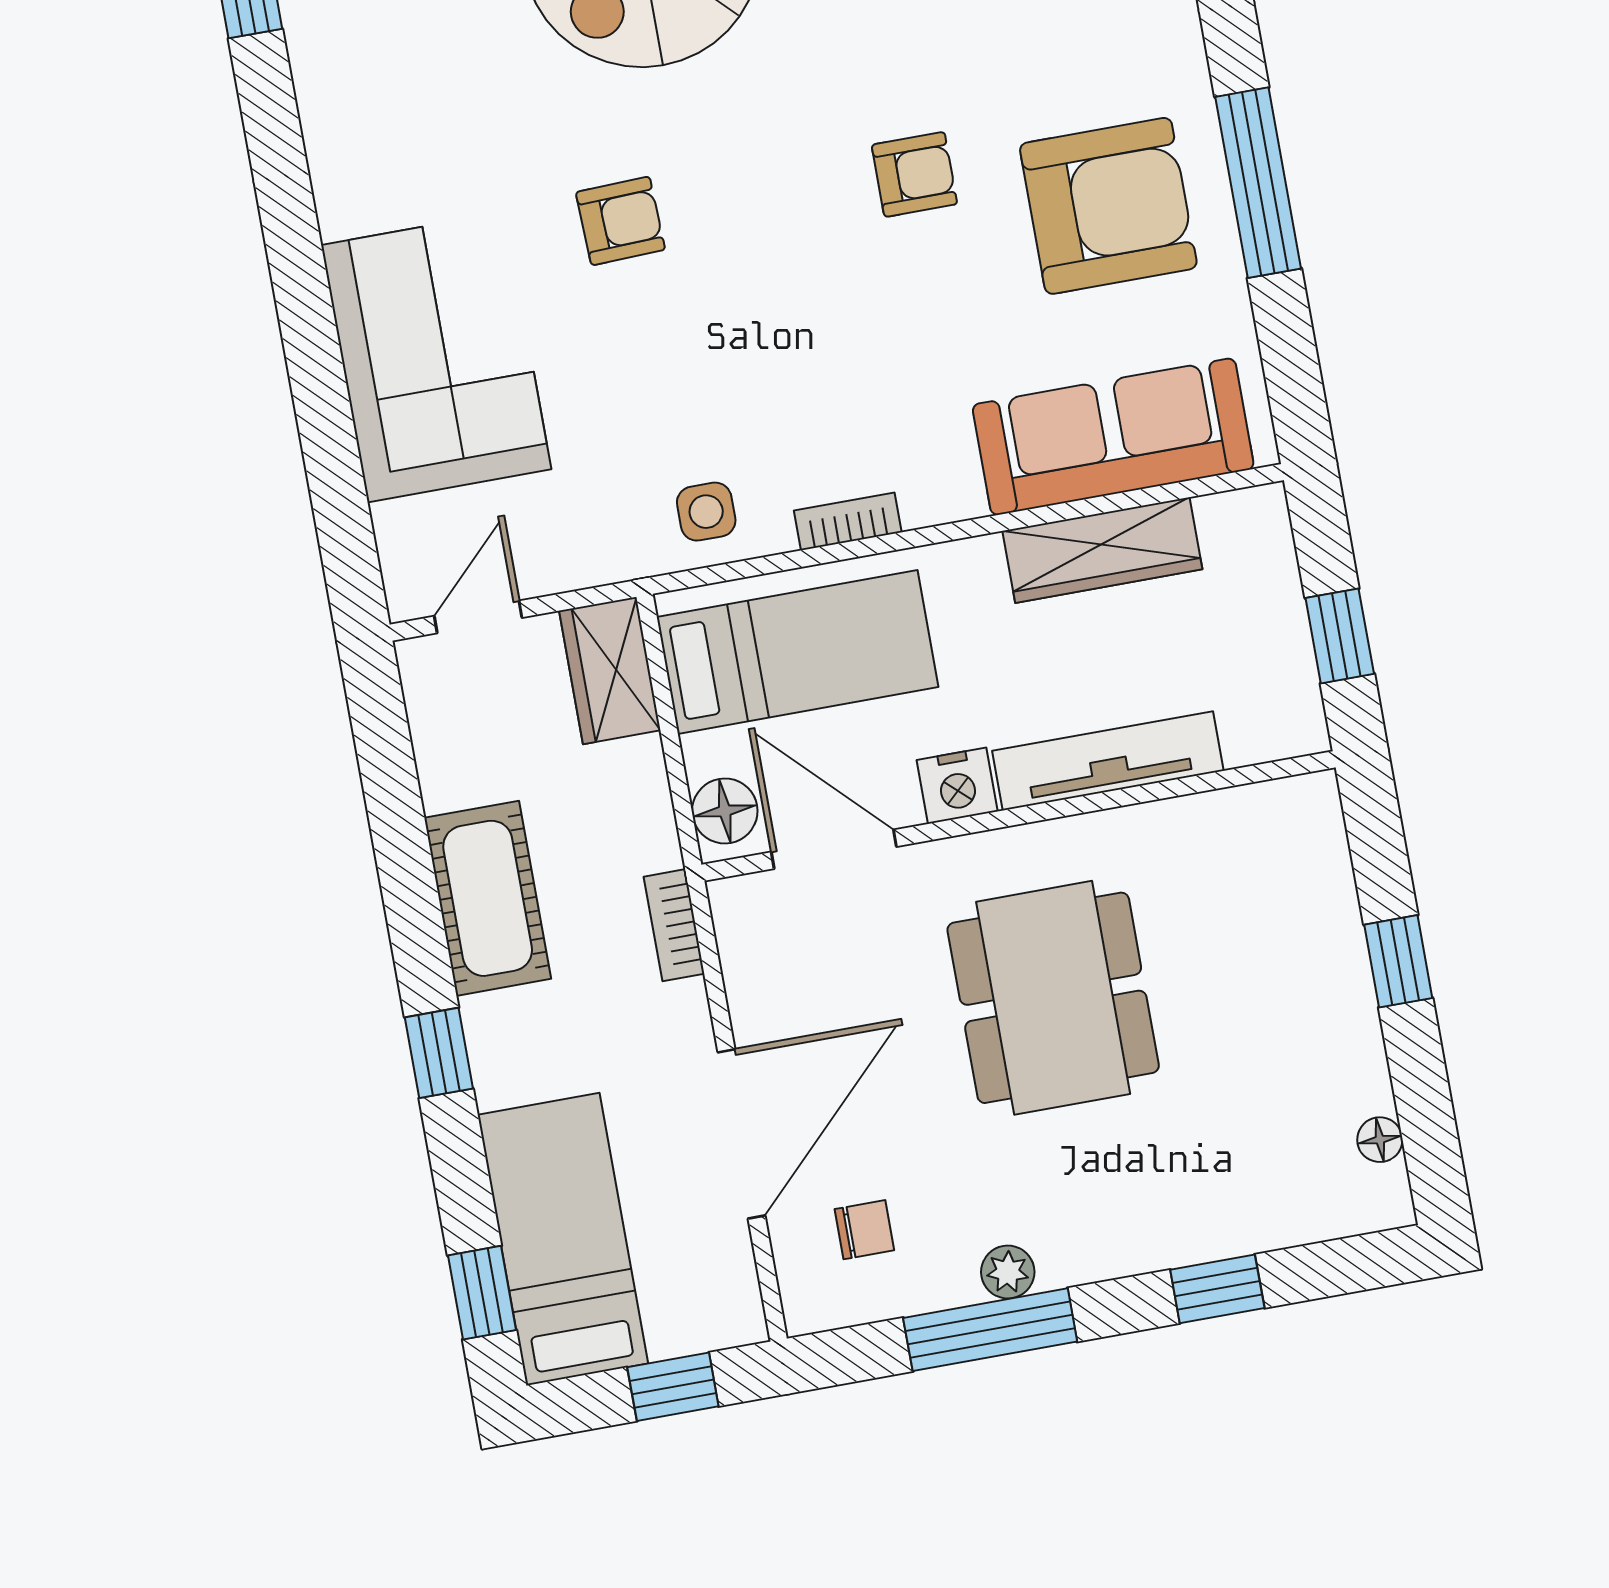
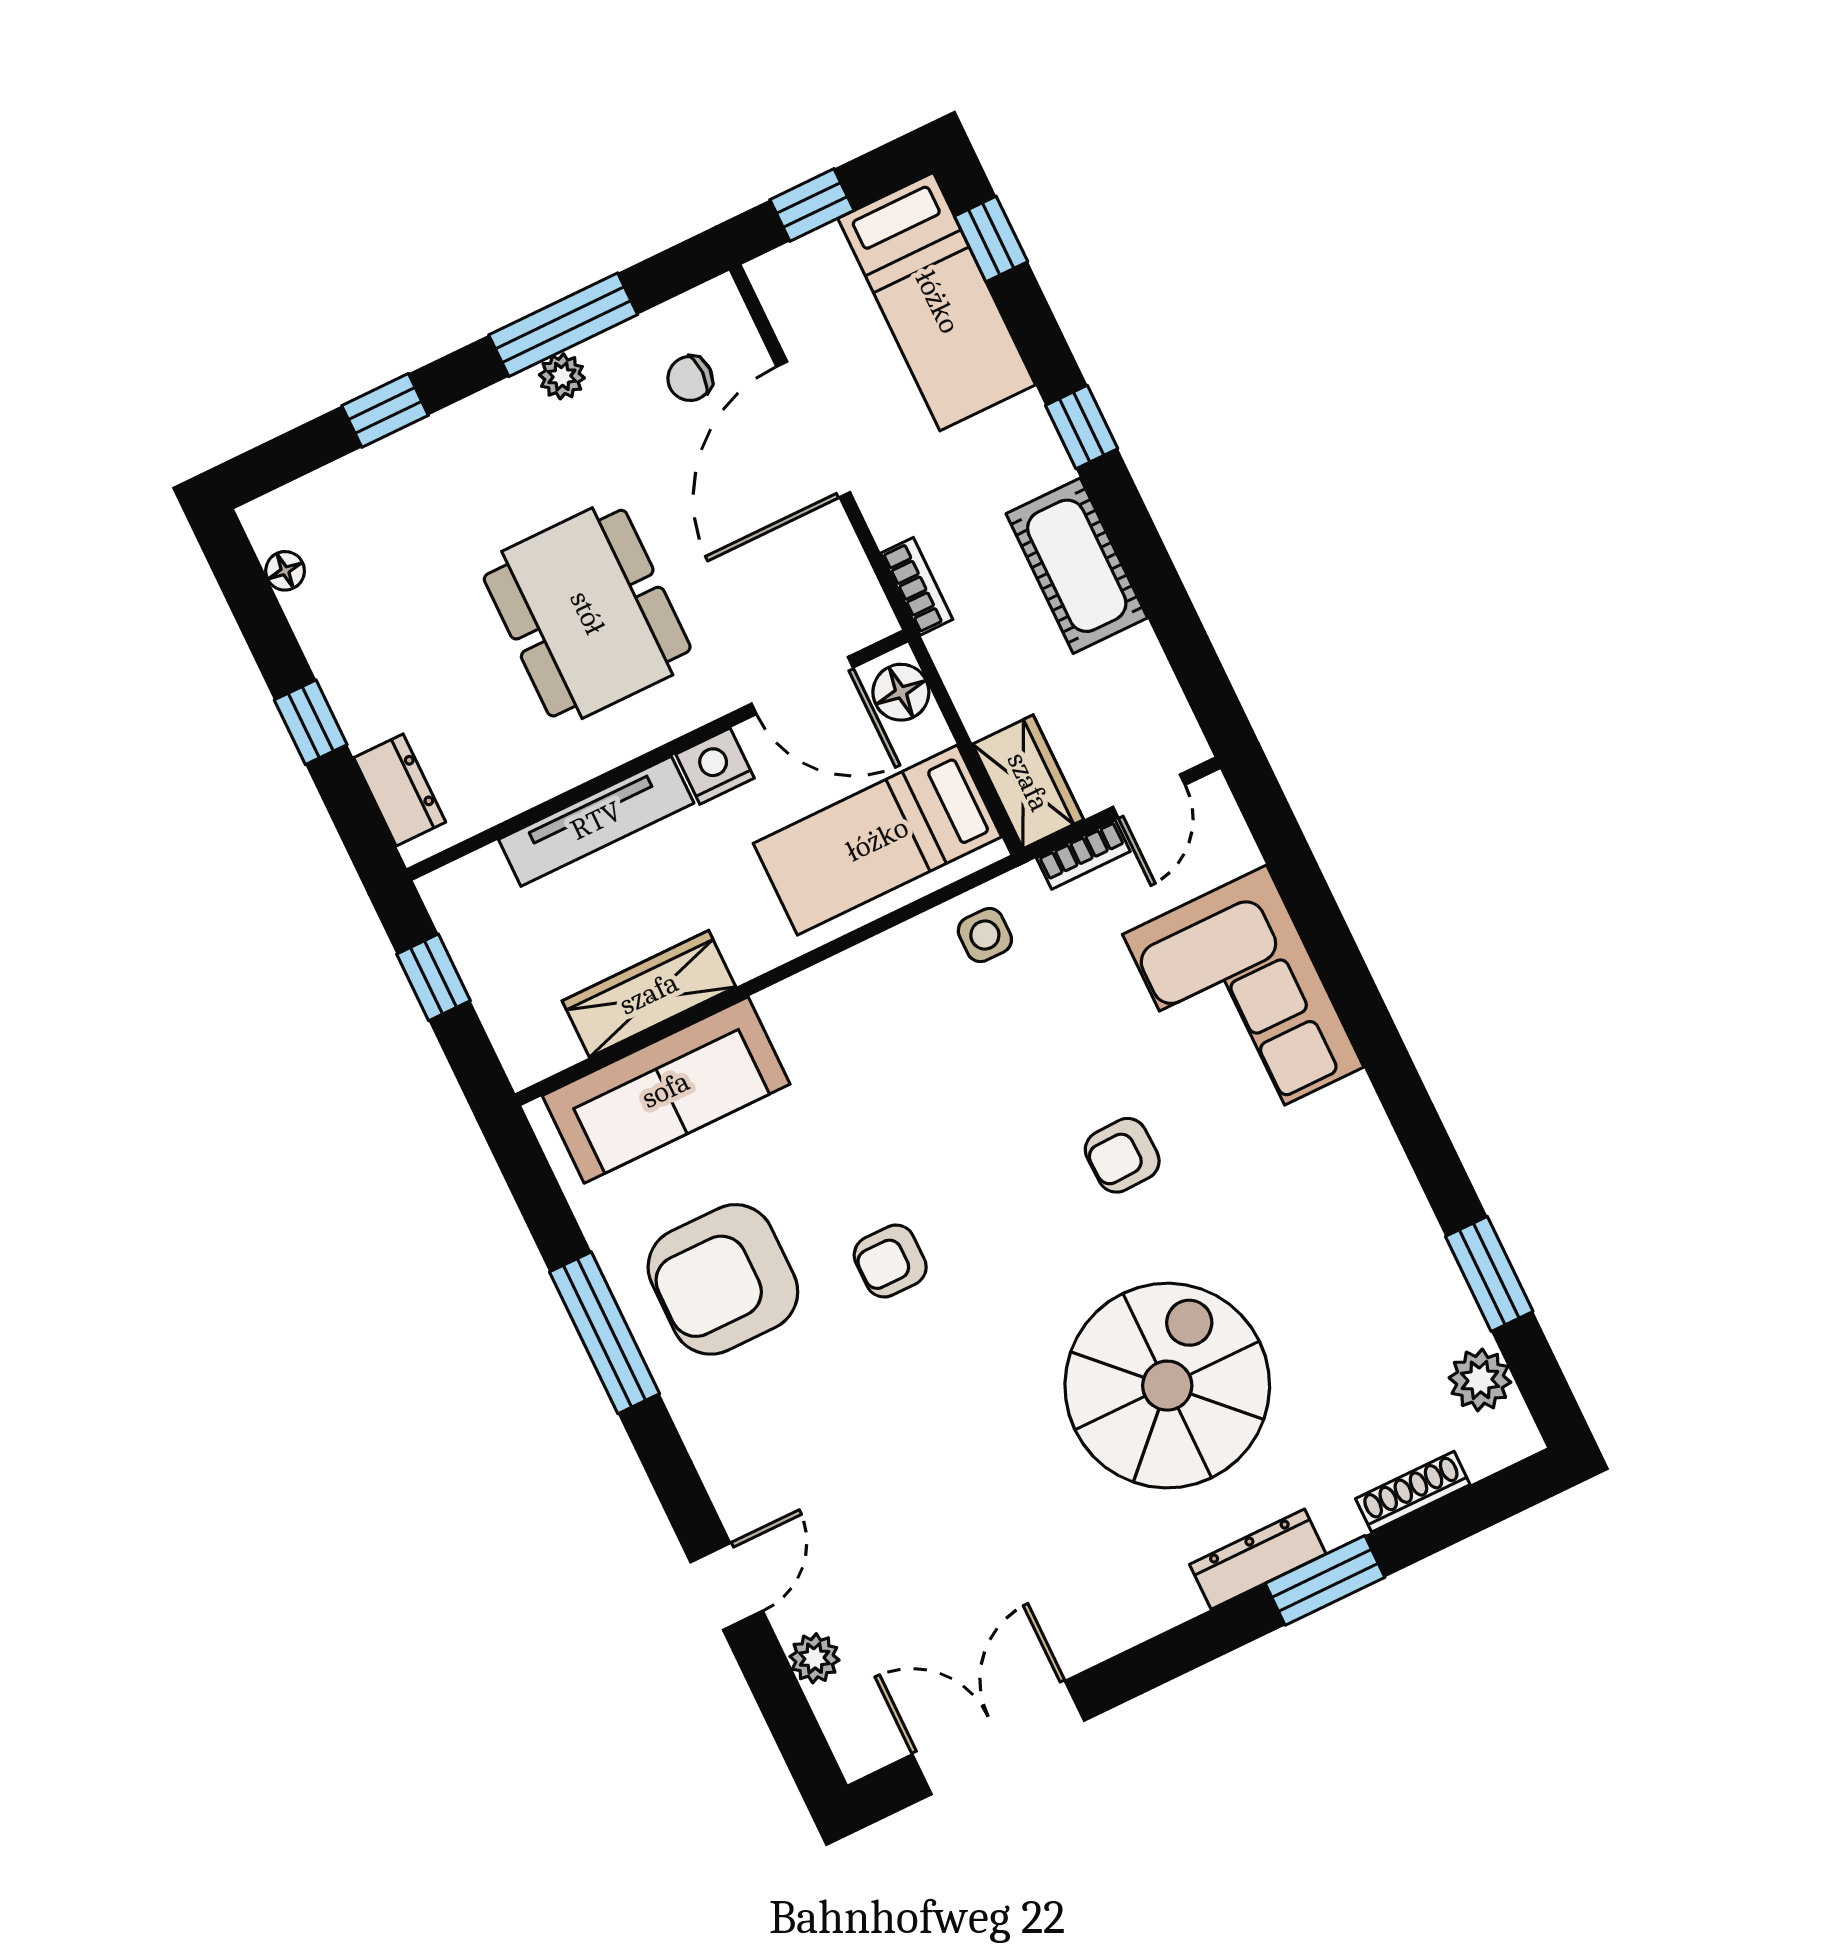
bookcase: (848, 521) -> (1083, 855), moved
dresser: (1319, 857) -> (400, 790), added

